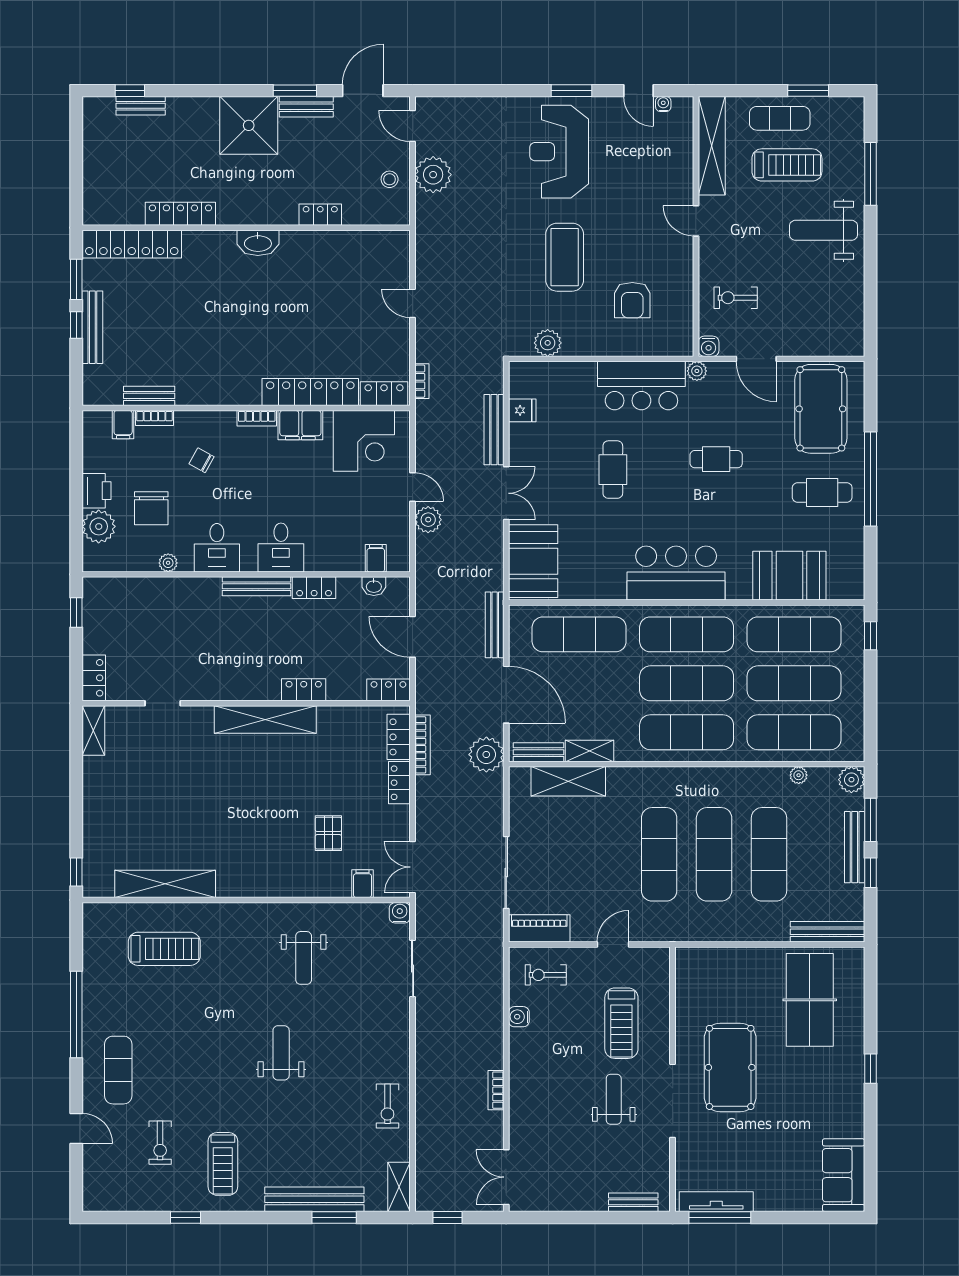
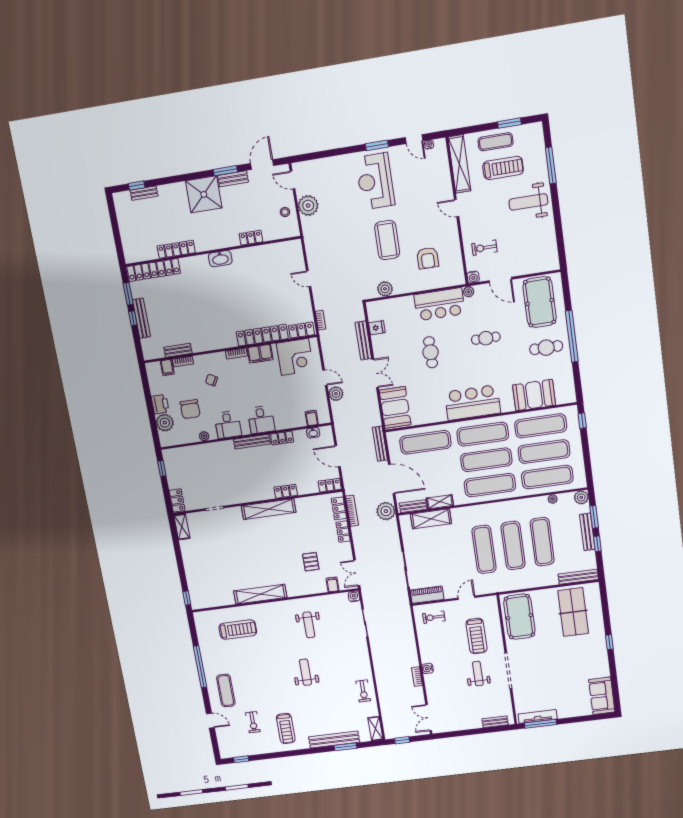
shelving: (165, 884) -> (260, 594), moved
water cooler: (519, 1017) -> (428, 668), moved
pool table: (730, 1067) -> (519, 617), moved
window: (185, 1217) -> (241, 759), moved

